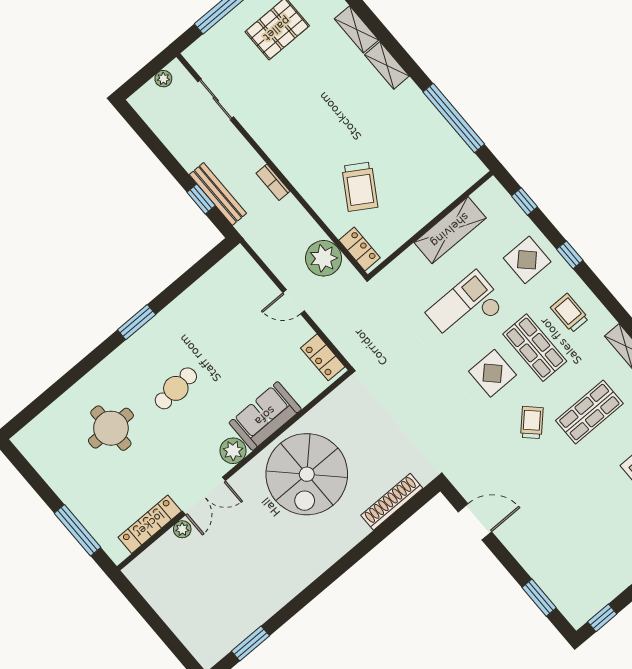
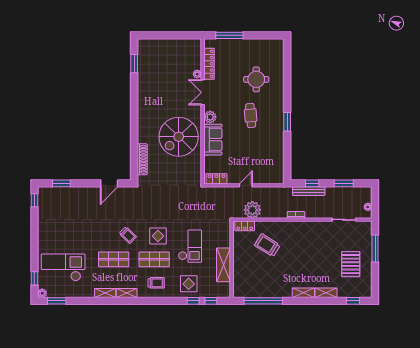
window: (158, 149) -> (344, 183), added
window: (570, 255) -> (193, 301), moved
shop shelf: (589, 412) -> (114, 259), turned 90
spiral stairs: (307, 474) -> (179, 137), turned -90

